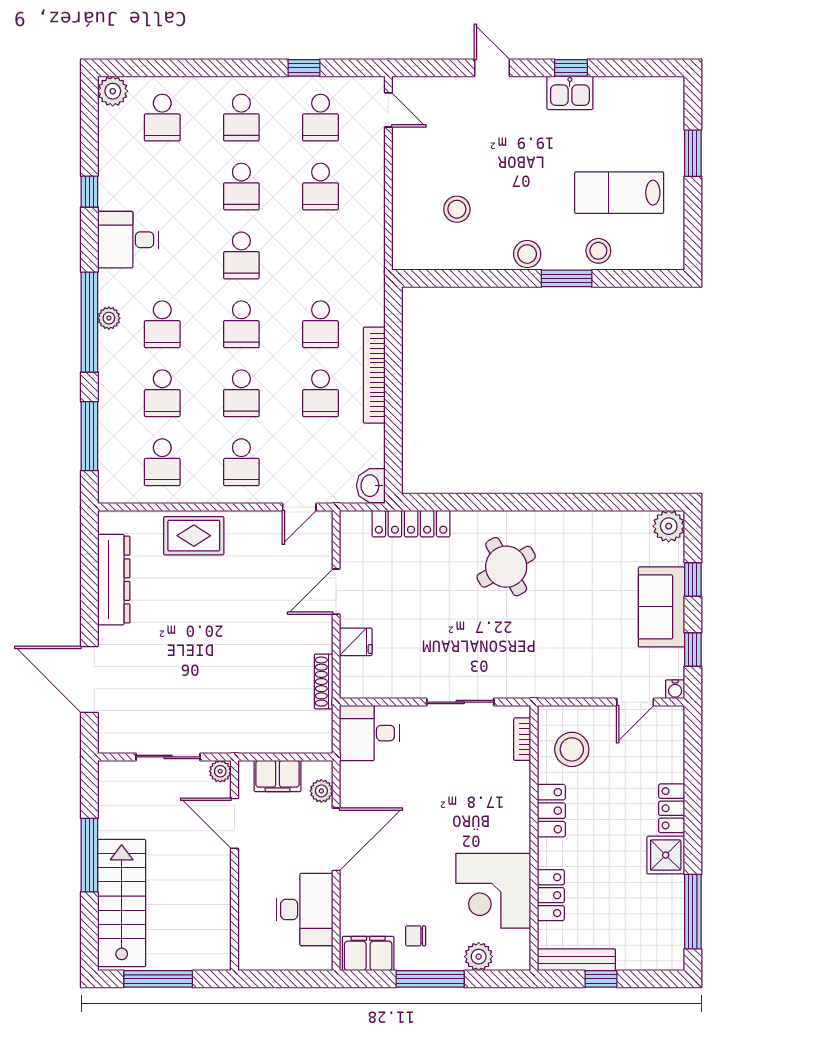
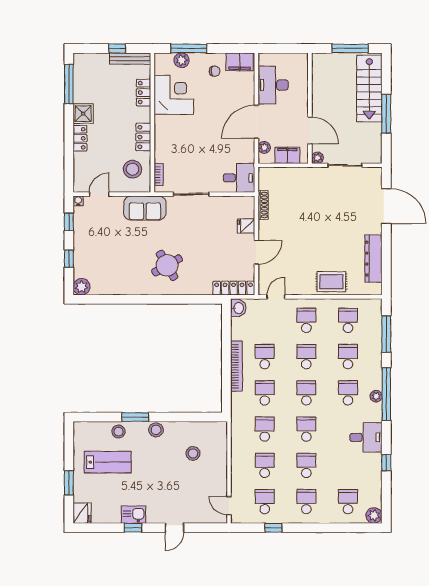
door: (492, 68) -> (174, 528), hinge flipped
fridge: (668, 96) -> (82, 513), added
school desk: (321, 255) -> (265, 429), added
locker: (411, 524) -> (234, 288), moved
sofa: (661, 607) -> (145, 208), moved, turned 90
window: (430, 979) -> (189, 48), moved

